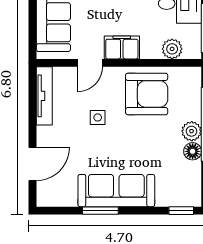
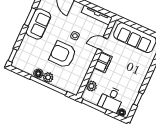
door: (90, 63) -> (103, 44), hinge flipped
armchair: (147, 94) -> (63, 55), moved, turned 90
sofa: (116, 191) -> (38, 24), width x0.73

